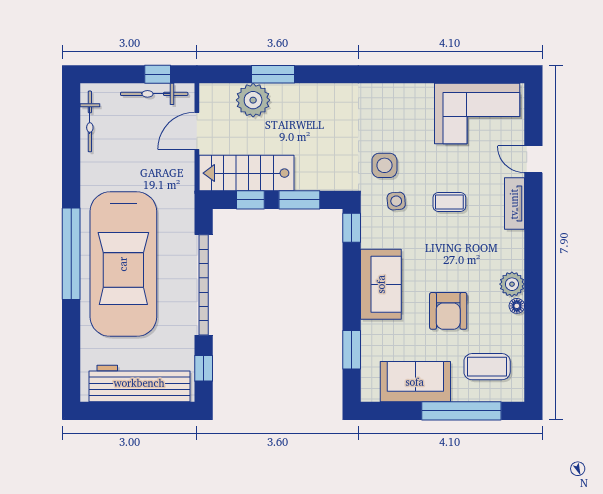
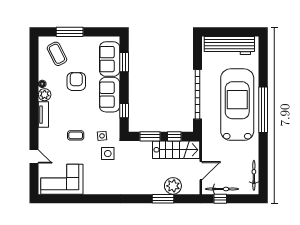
tv unit: (514, 204) -> (43, 115), moved
window: (352, 228) -> (124, 111), moved
coffee table: (487, 367) -> (57, 54), turned 63
window: (204, 368) -> (197, 53), removed
sofa: (415, 382) -> (110, 59), moved, turned 90
window: (461, 411) -> (70, 32), width x0.68

